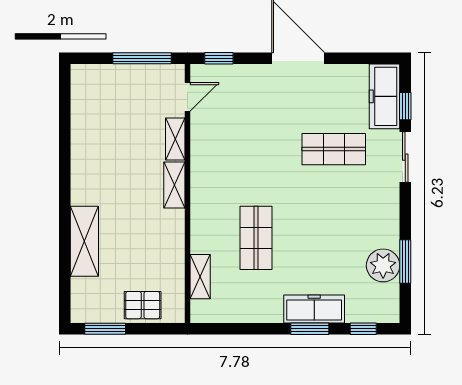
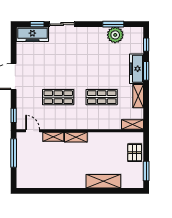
shop shelf: (334, 149) -> (58, 97), moved, turned 90
shelving: (200, 277) -> (133, 124), moved
shelving: (258, 312) -> (138, 96), added

